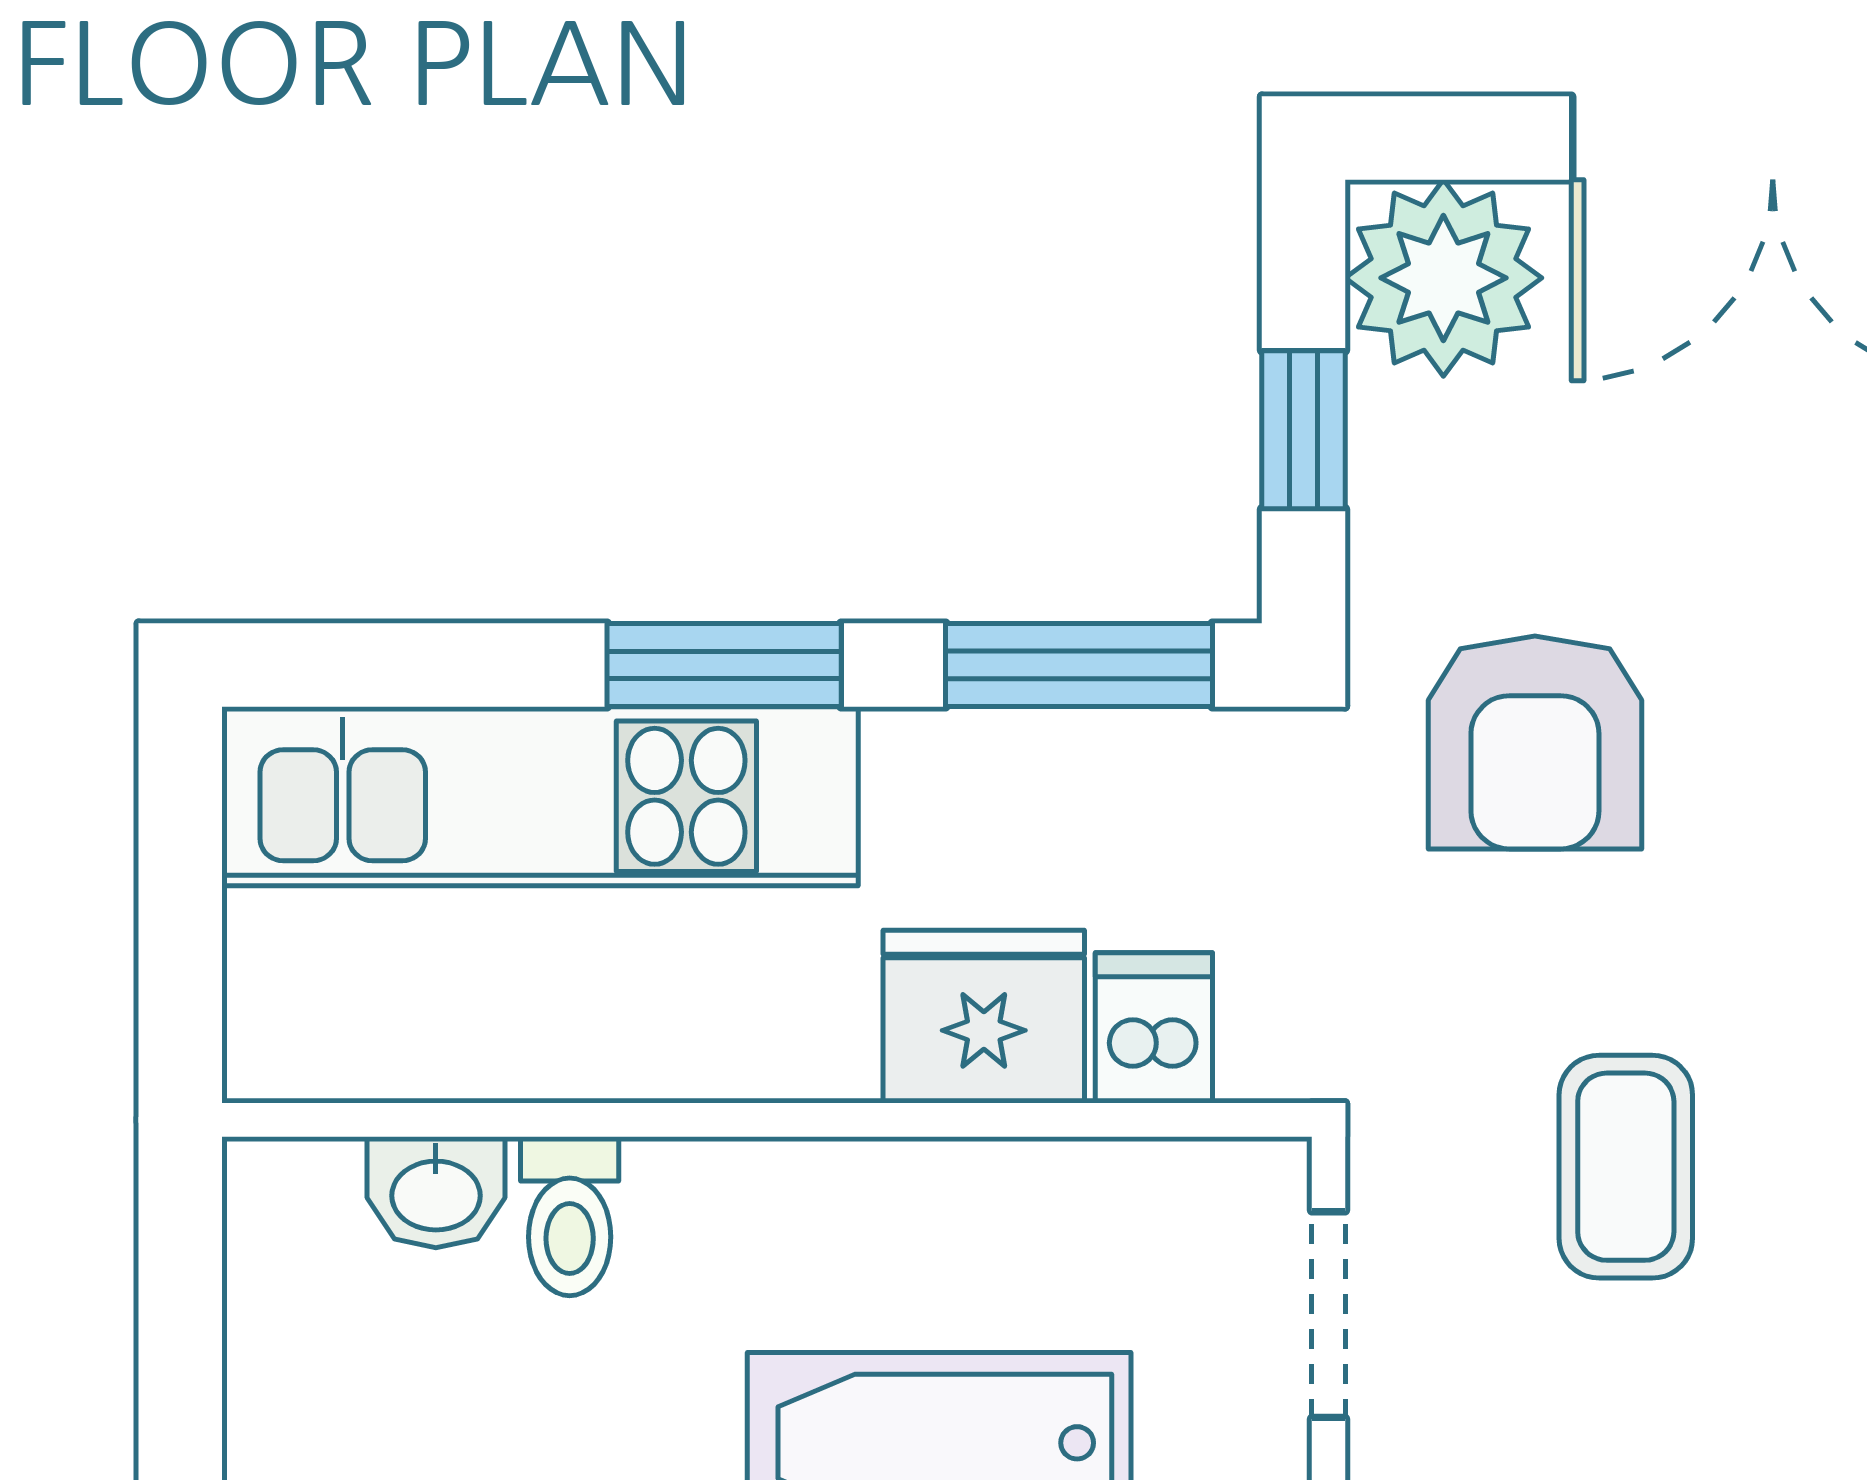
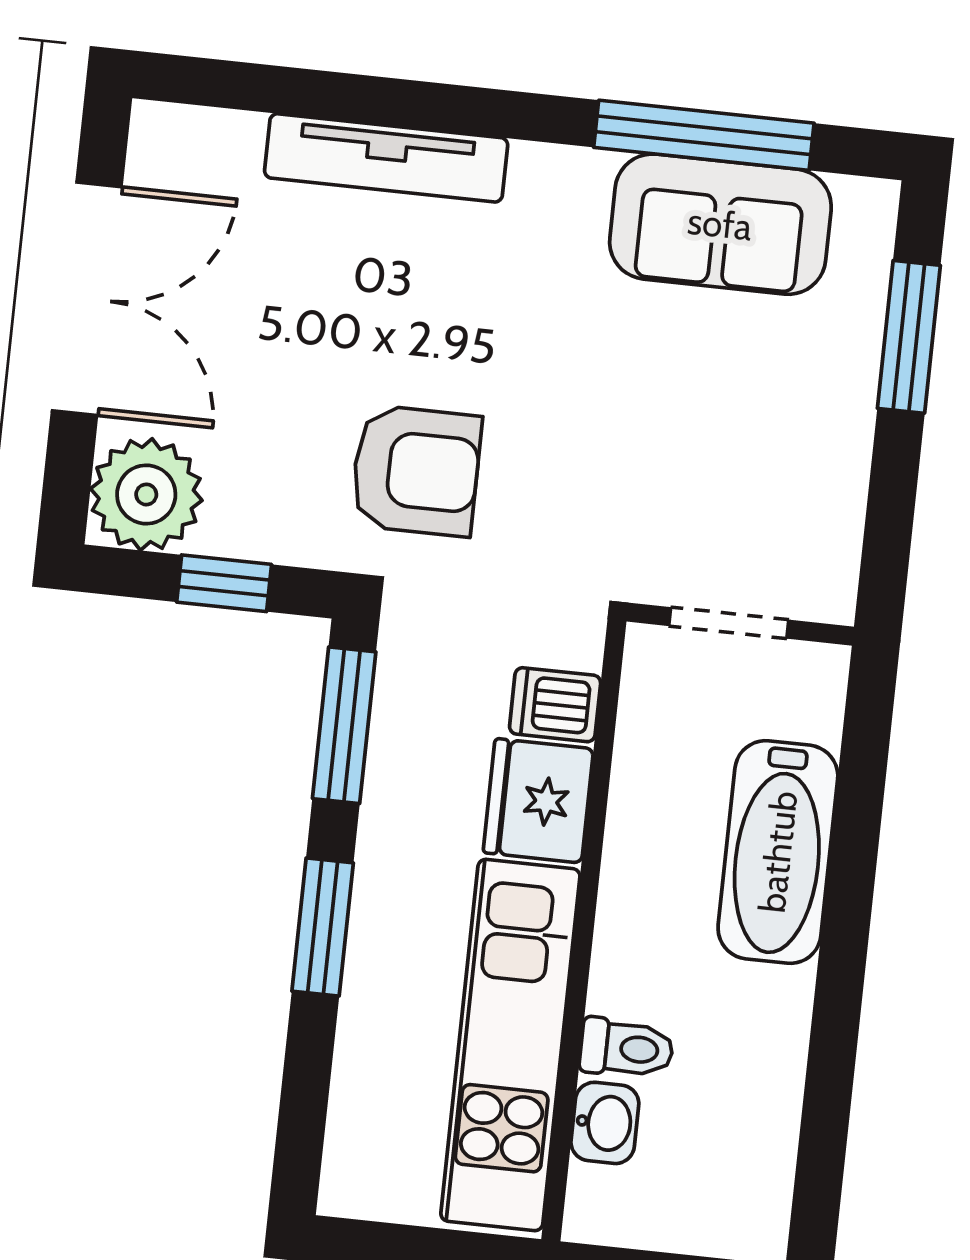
kitchen unit: (540, 796) -> (510, 1045), moved, turned 180
coffee table: (1626, 1167) -> (663, 445), removed

